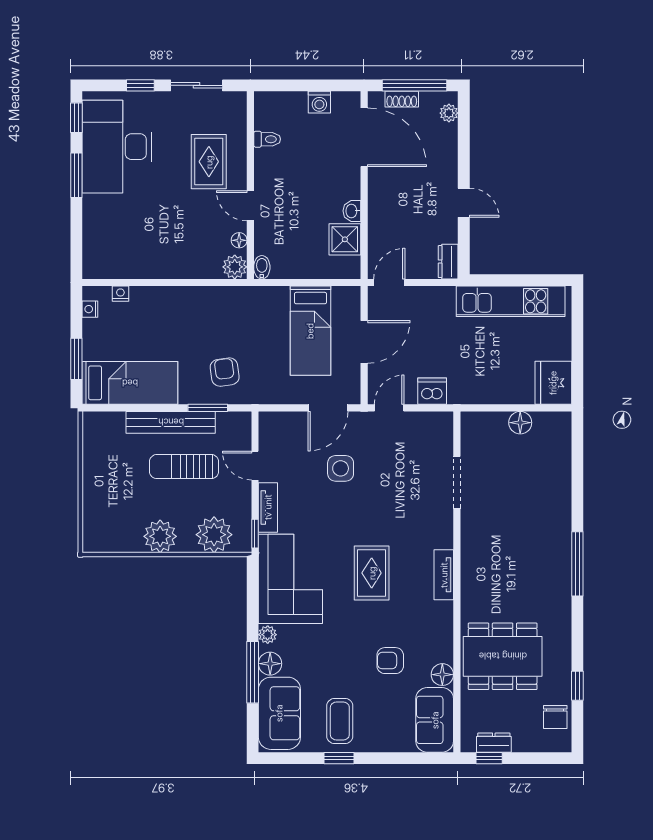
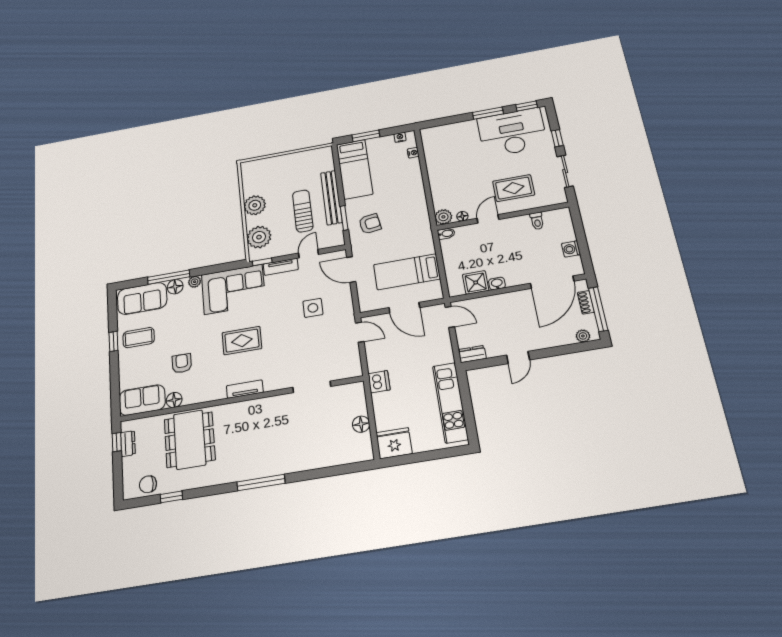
dishwasher: (432, 391) -> (379, 382), moved
door: (328, 408) -> (351, 270), moved

